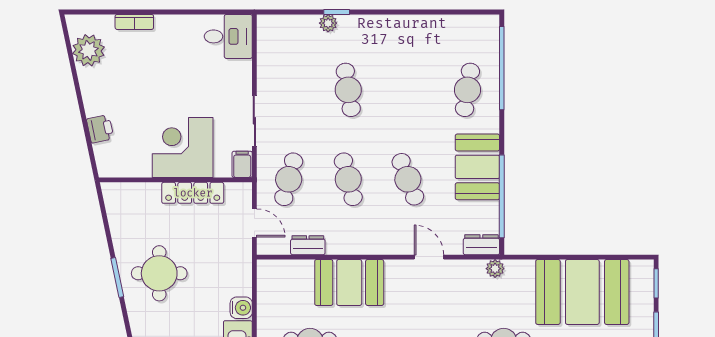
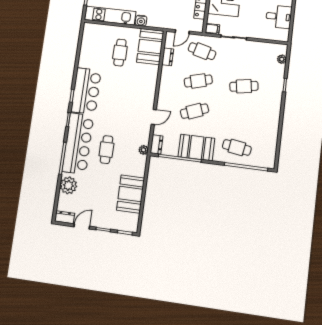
plant: (328, 23) -> (282, 59), moved
desk: (228, 36) -> (279, 17), moved, turned -90
booth: (349, 282) -> (150, 47), moved
booth: (582, 292) -> (130, 194), width x0.73, depth x0.70

